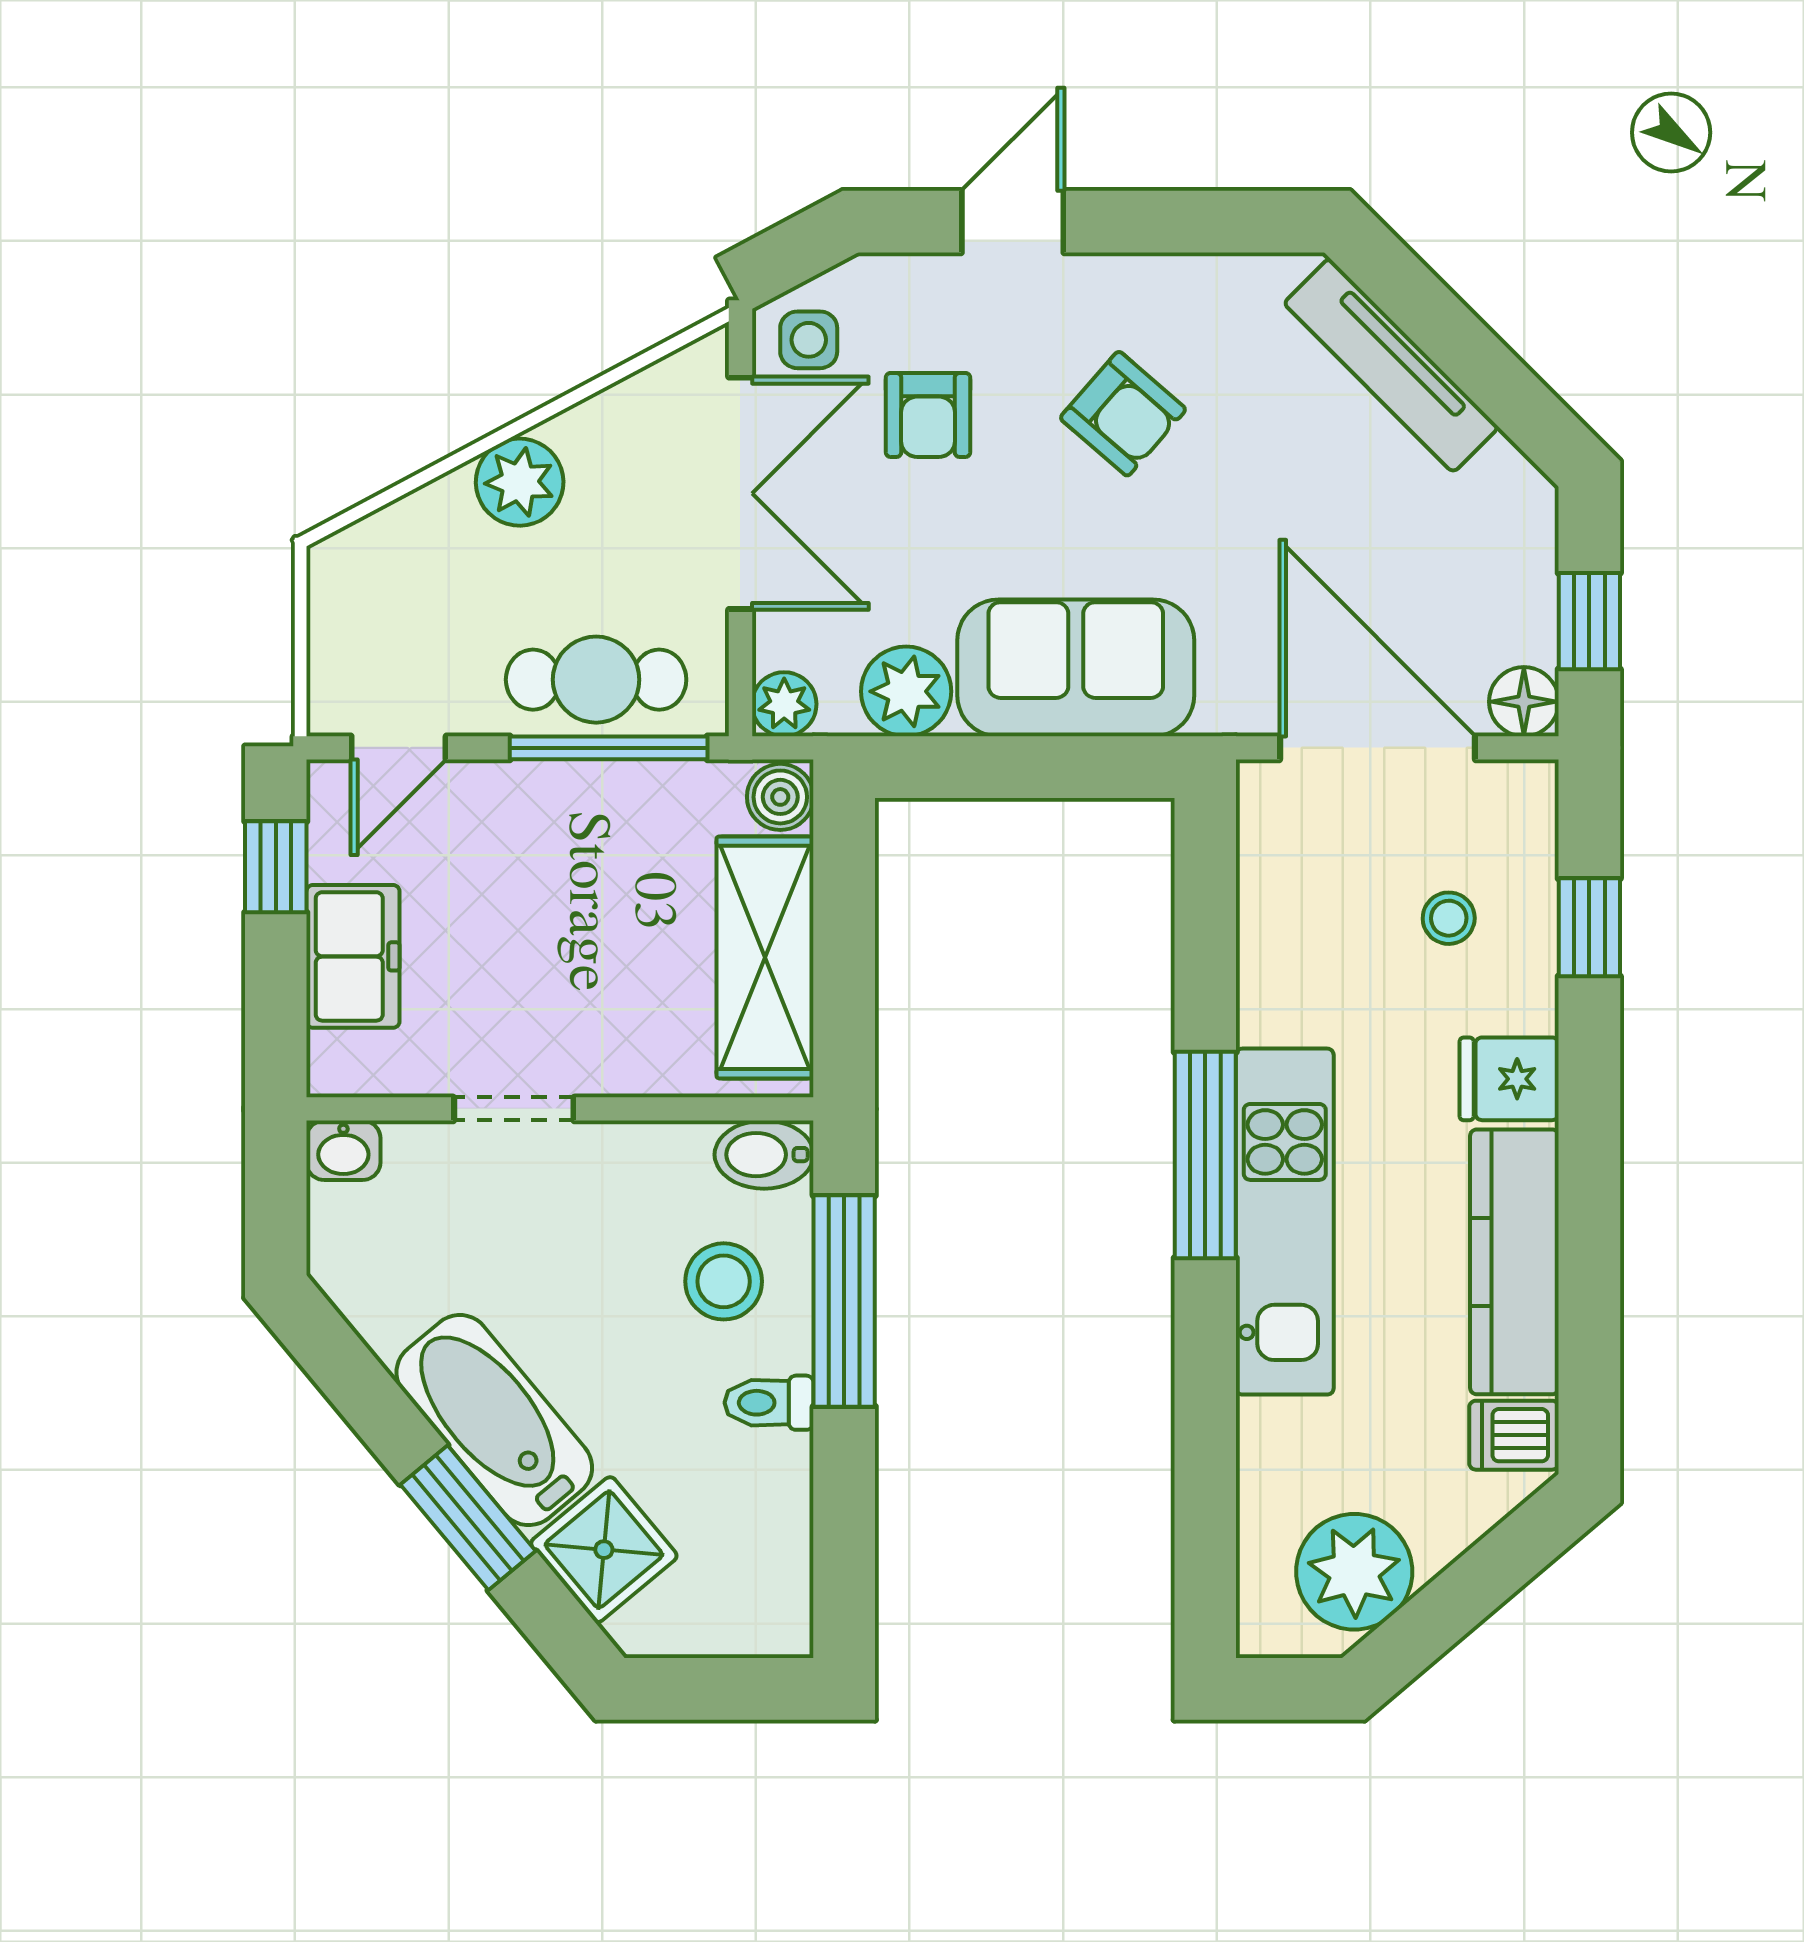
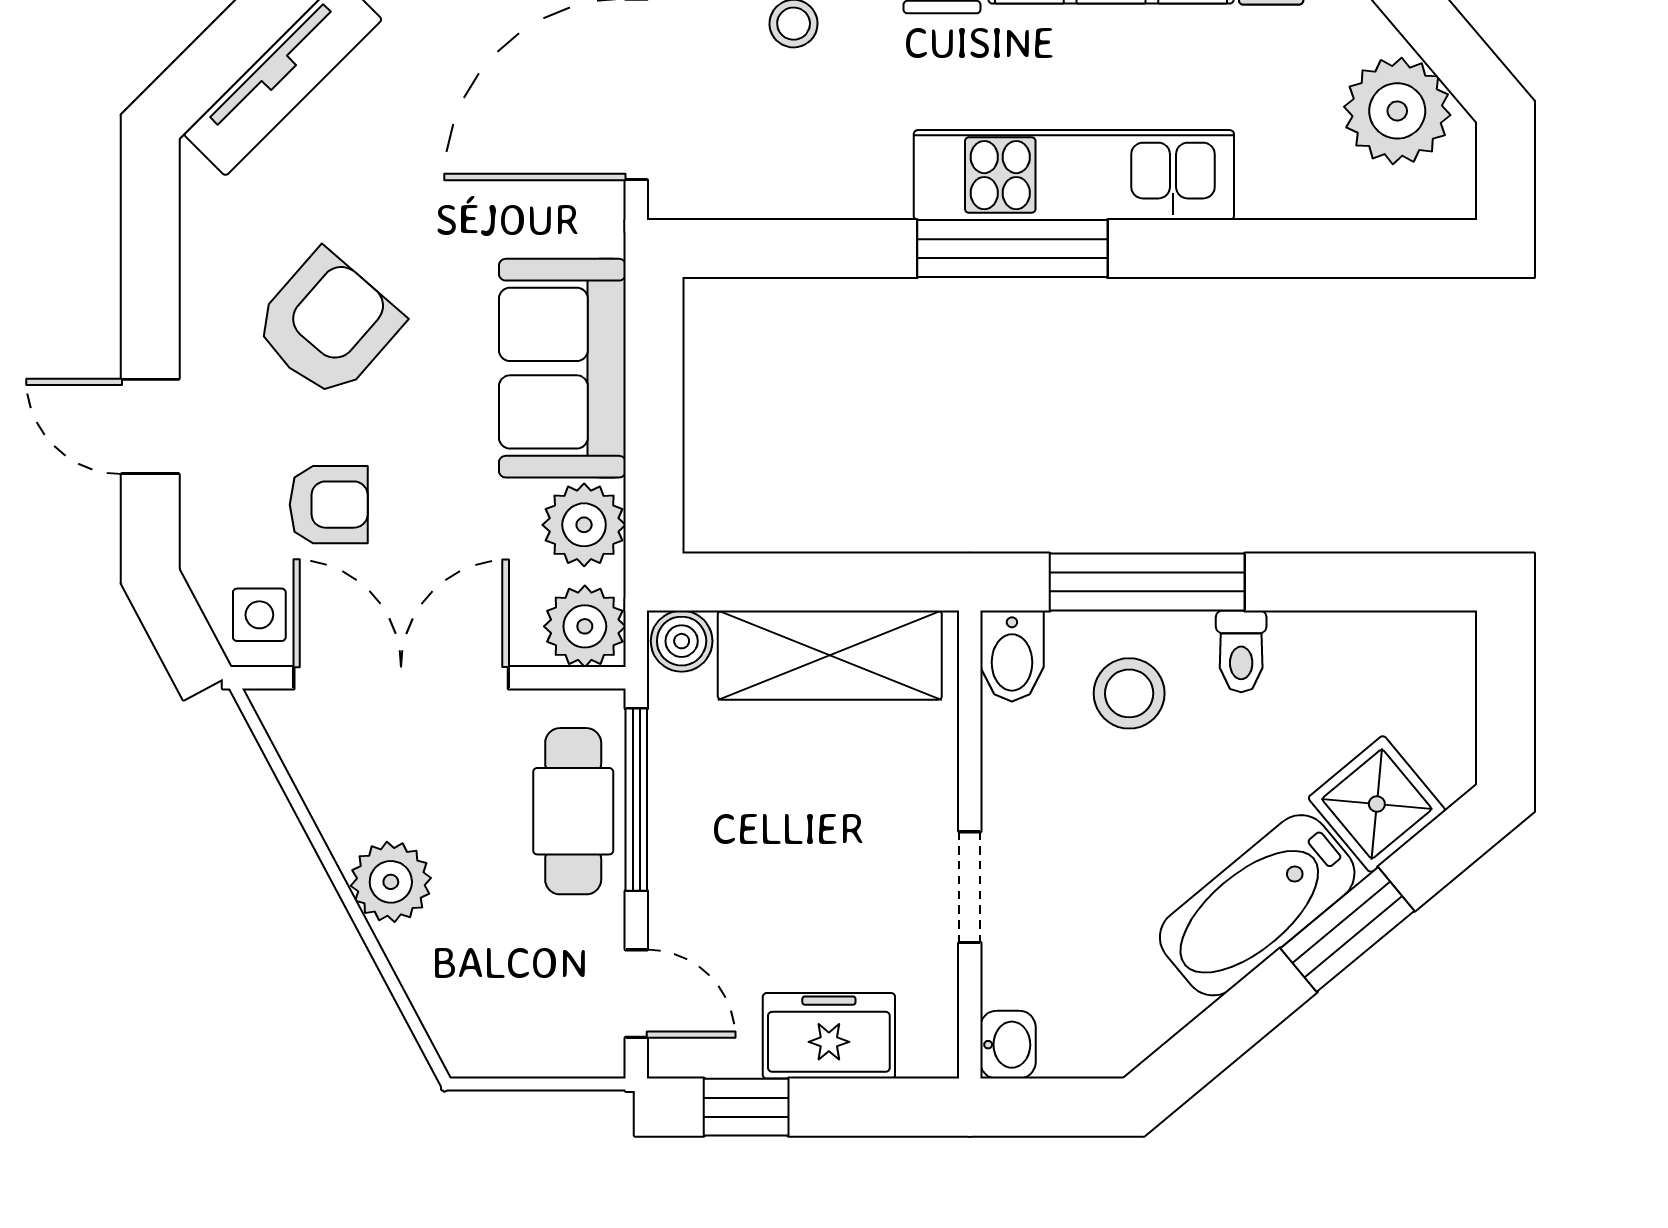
armchair: (1123, 414) -> (328, 324), width x1.38, depth x1.38
plant: (784, 704) -> (585, 626), width x1.38, depth x1.38

